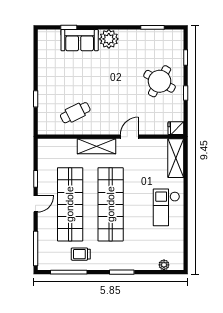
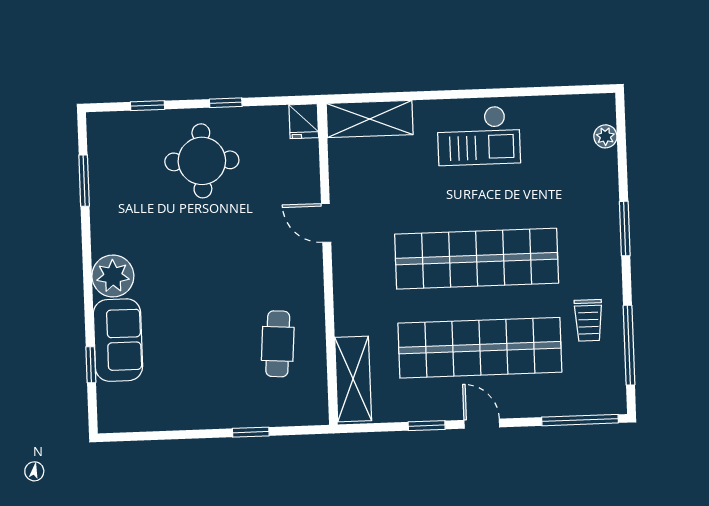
round table: (160, 81) -> (202, 161), turned -30
cafe table: (75, 113) -> (278, 344), turned 30
shelving: (96, 146) -> (353, 379), moved

